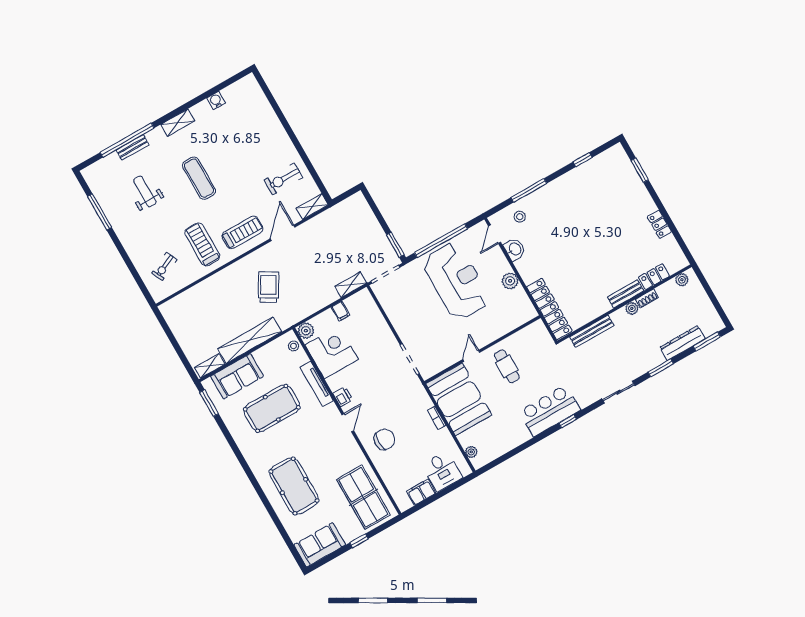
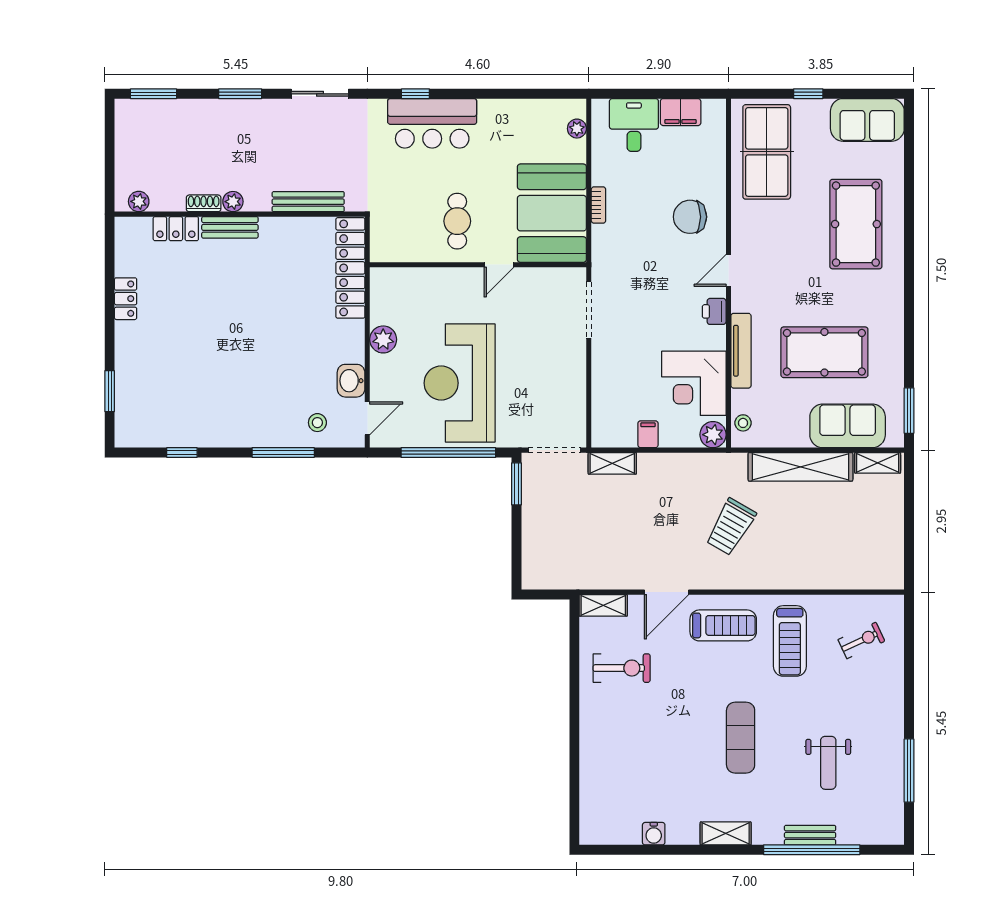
treadmill: (242, 232) -> (723, 625), turned 180
dresser: (683, 343) -> (189, 111), removed

